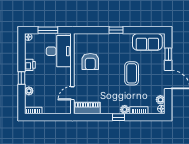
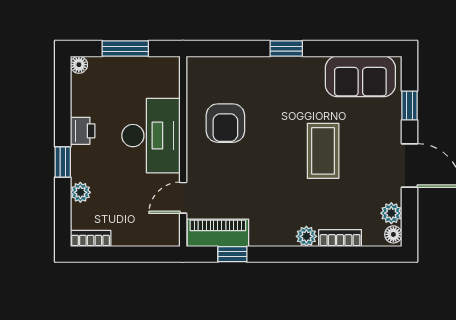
desk: (59, 51) -> (151, 136), moved
window: (119, 117) -> (232, 254), moved

